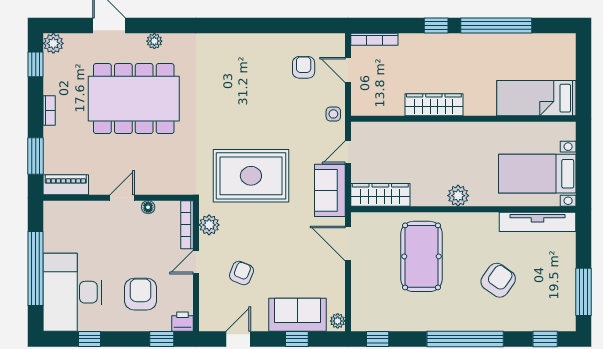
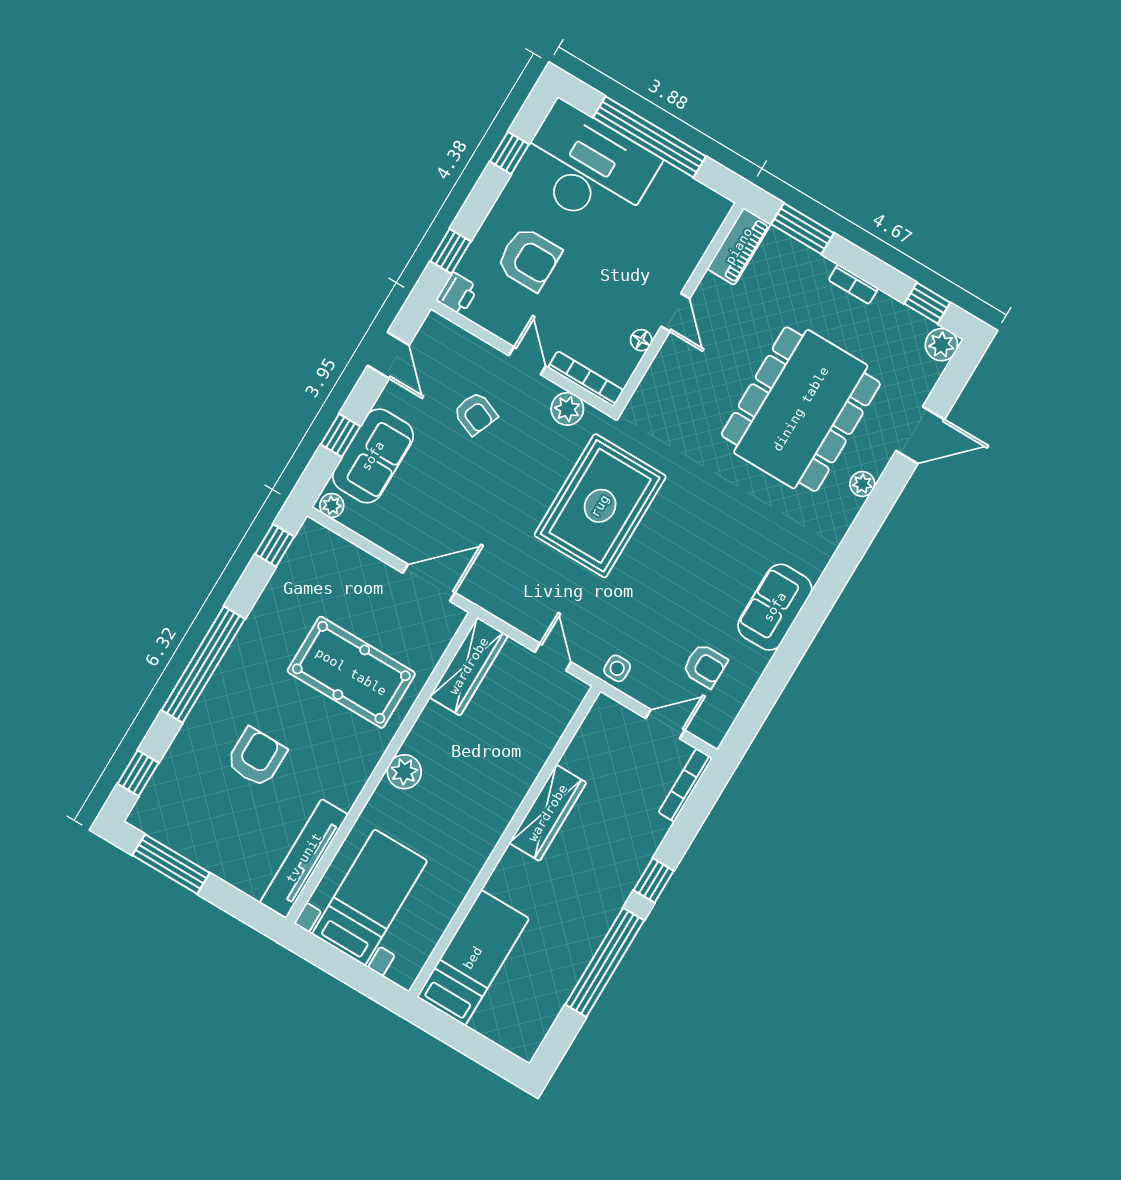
sofa: (330, 190) -> (775, 607), moved, turned -90
armchair: (498, 280) -> (256, 757), turned -125

